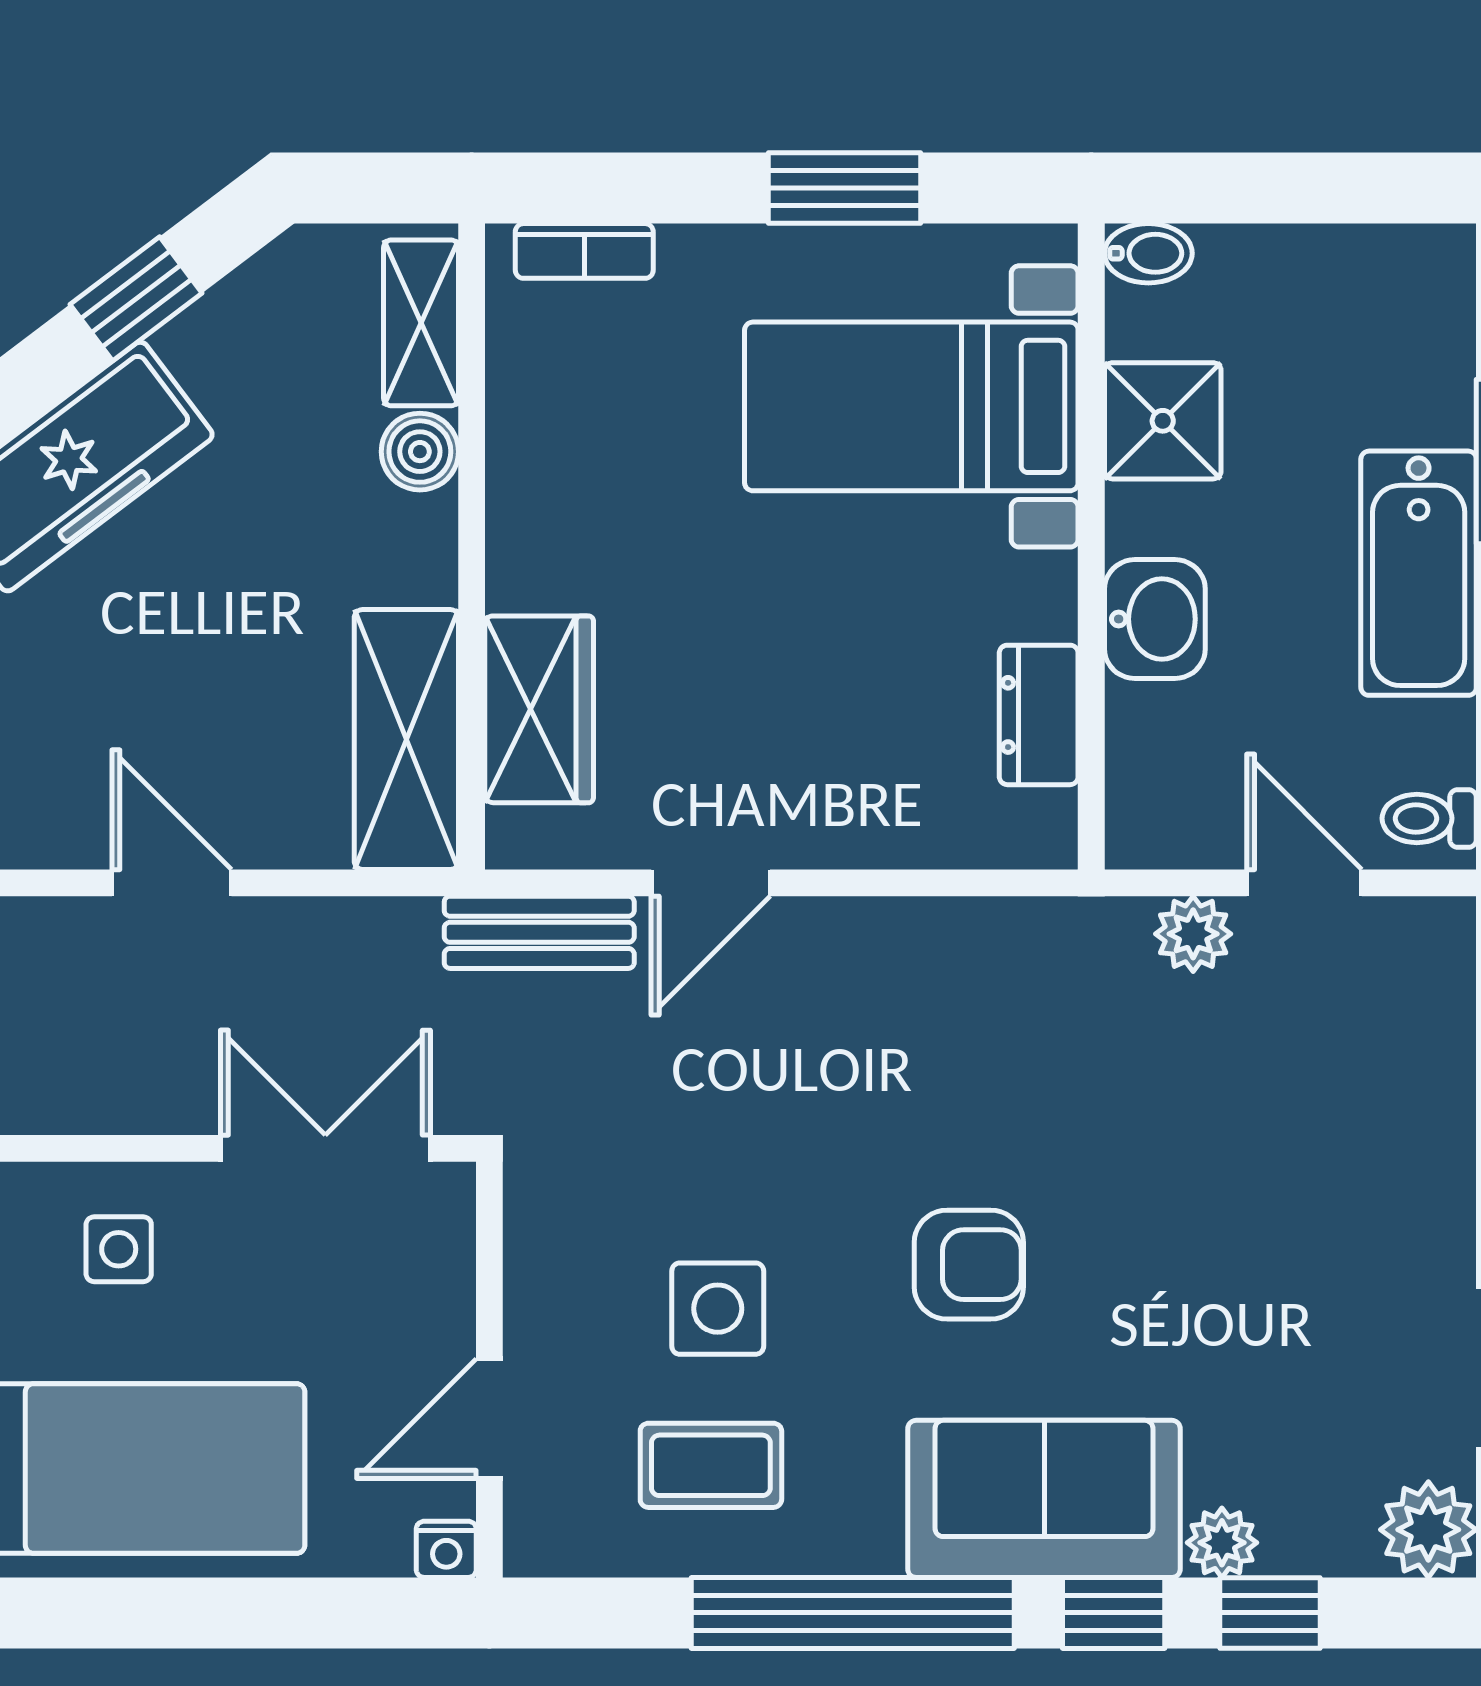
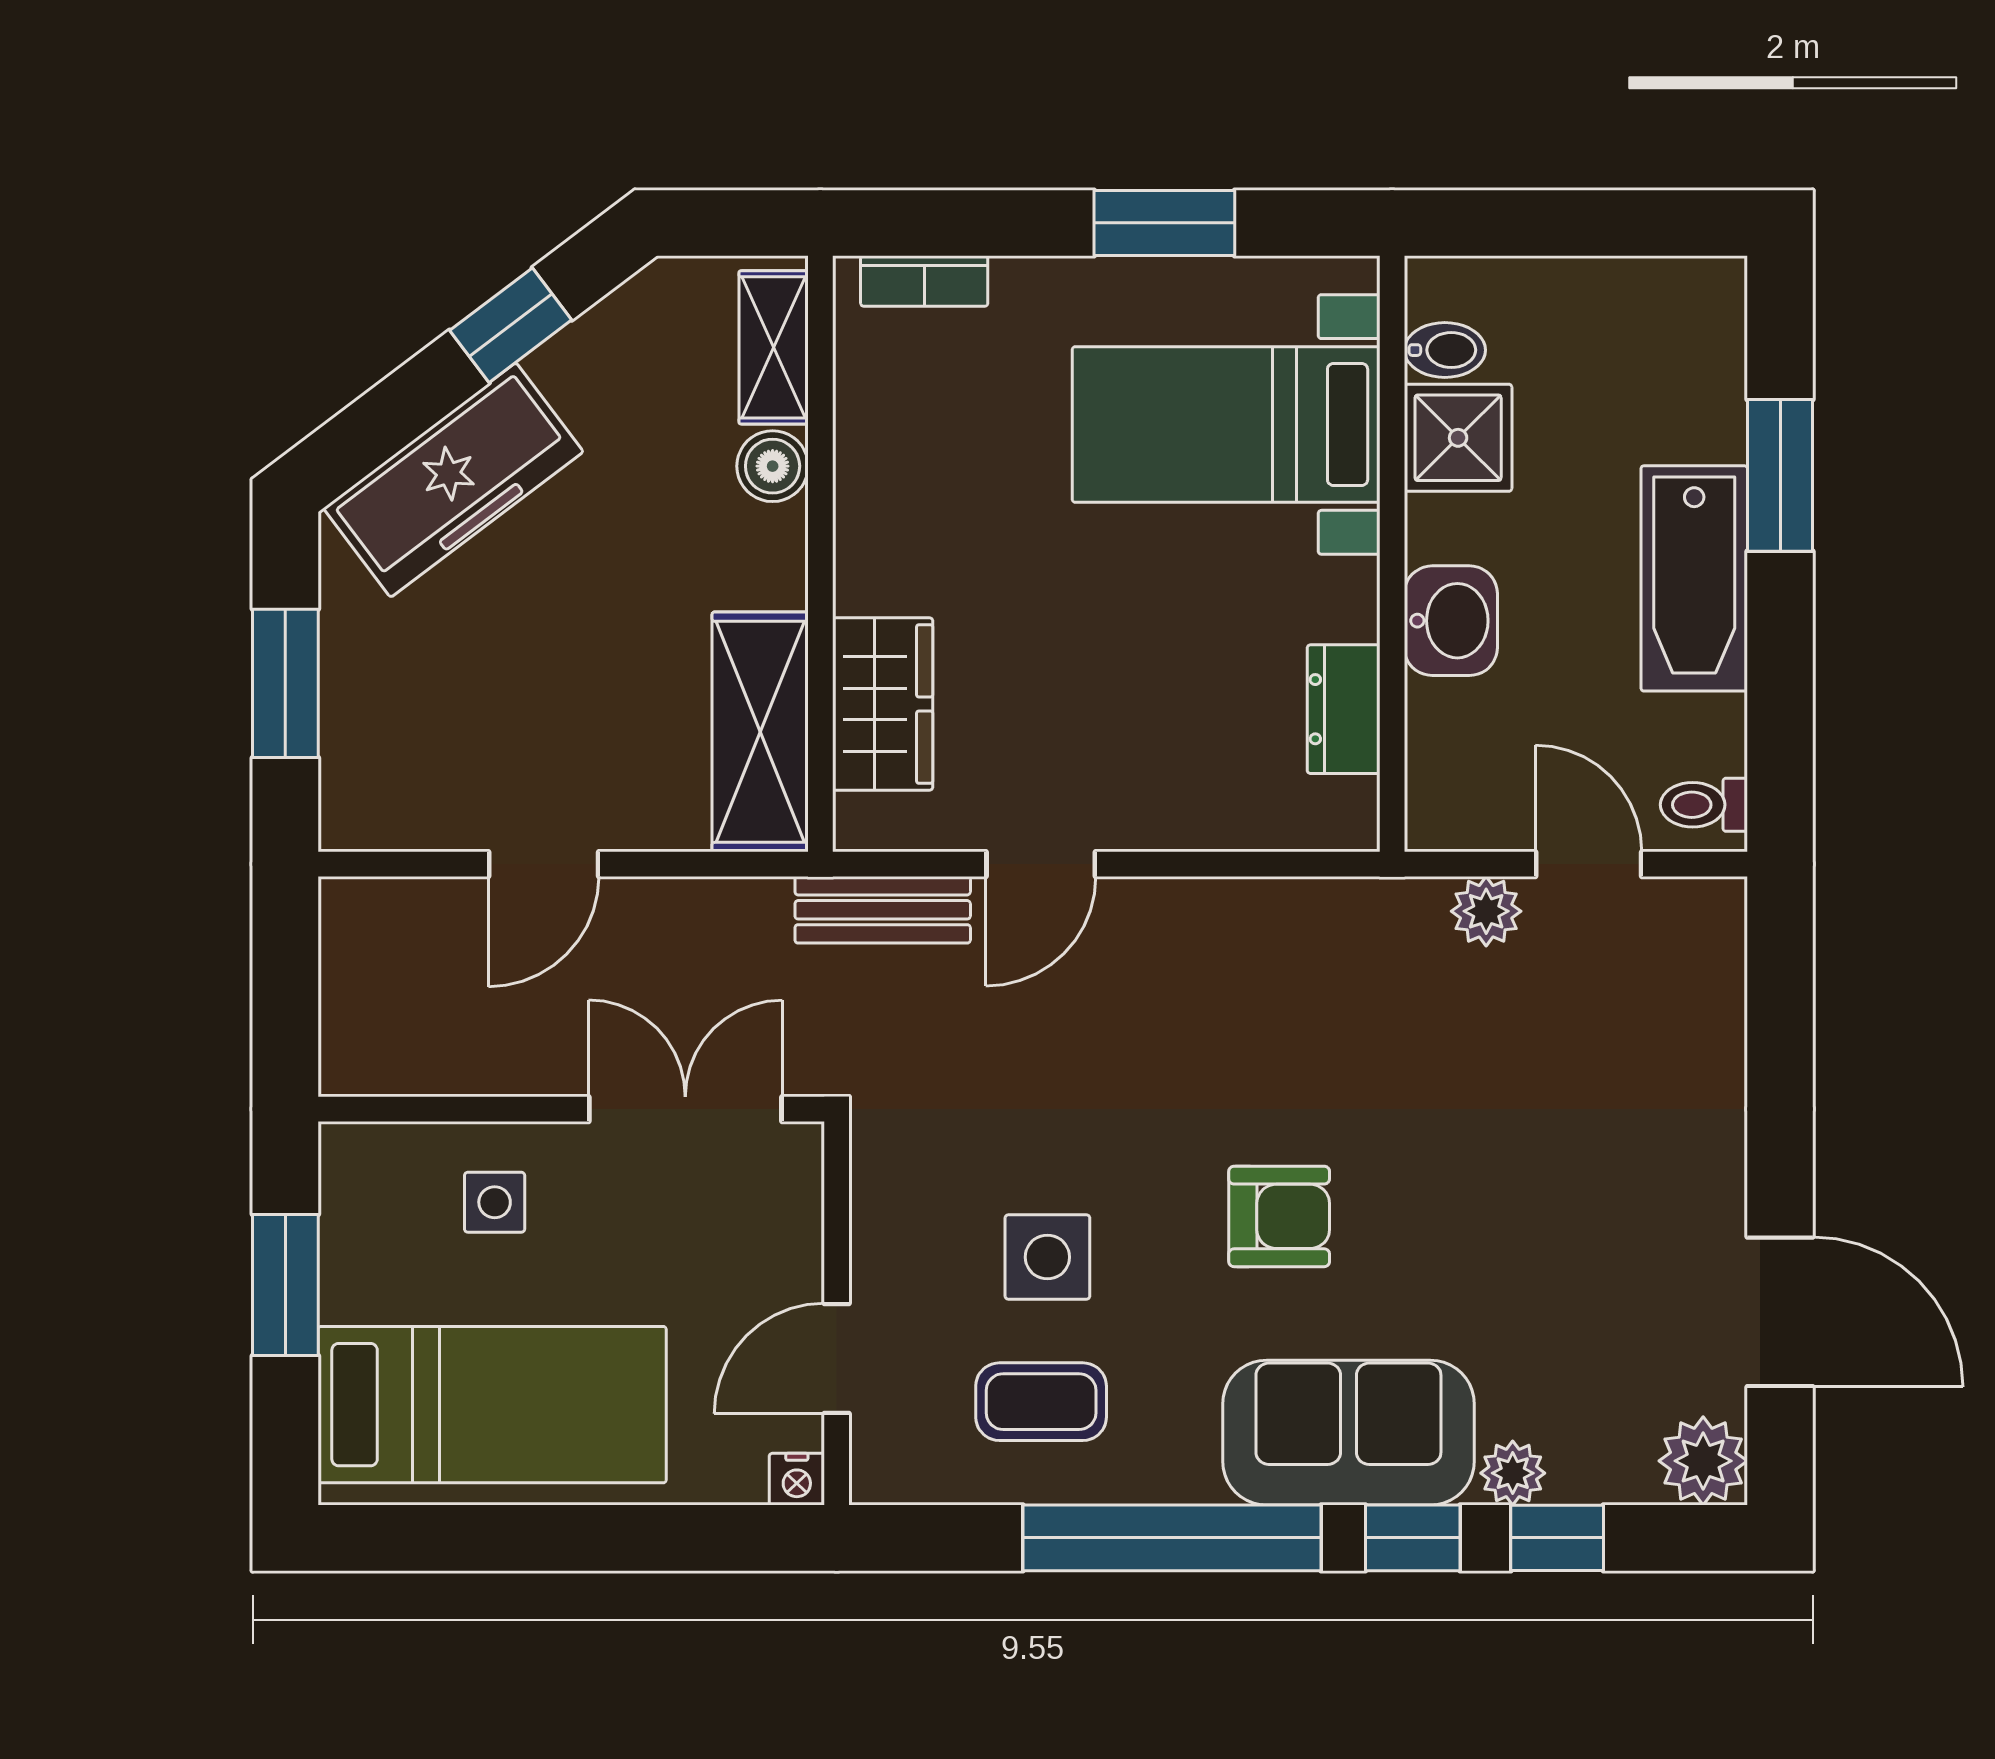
bidet: (1148, 253) -> (1445, 350), moved
door: (172, 883) -> (544, 864), swing flipped

